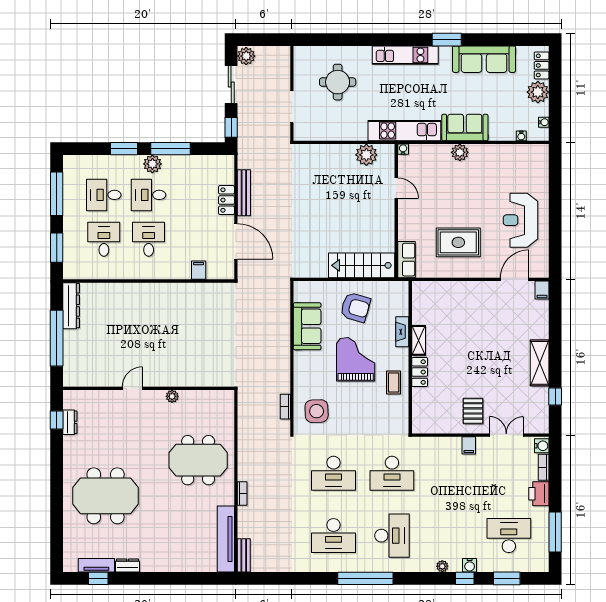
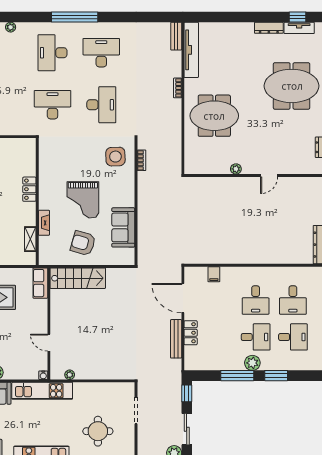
plant: (366, 155) -> (70, 375), width x0.53, depth x0.53
shelving: (419, 340) -> (30, 239), moved
coffee table: (394, 382) -> (51, 180), removed
desk: (334, 473) -> (101, 105), turned 90
dresser: (128, 566) -> (269, 28), width x1.44

